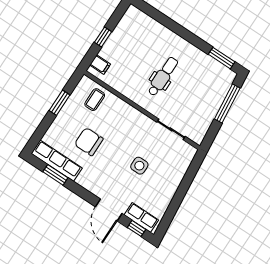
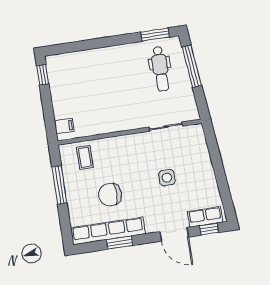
window: (103, 37) -> (43, 75), moved
dental chair: (163, 76) -> (160, 69), moved, turned 180
window: (59, 103) -> (59, 185), width x1.44
row of seats: (57, 161) -> (108, 231), width x1.36
window: (55, 175) -> (120, 243), moved

